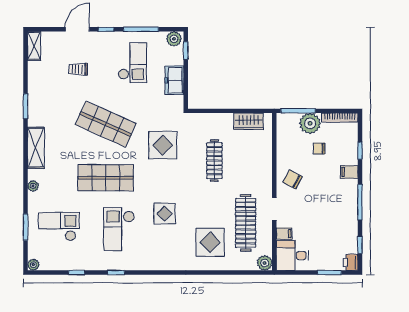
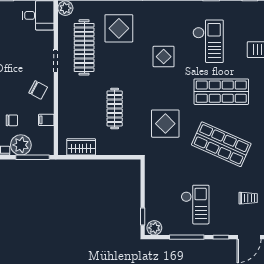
checkout: (132, 63) -> (195, 205), turned 180
freezer: (174, 80) -> (154, 187), removed
filing cabinet: (284, 234) -> (46, 120), moved

